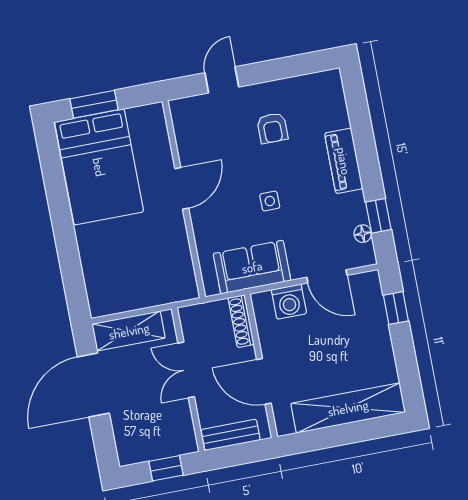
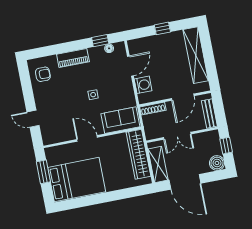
window: (94, 104) -> (43, 172), moved
armchair: (272, 128) -> (43, 74), moved
sofa: (252, 267) -> (120, 120), moved, turned 90
wardrobe: (149, 292) -> (138, 154), added
window: (396, 308) -> (162, 28), moved
boiler: (131, 450) -> (217, 163), added

